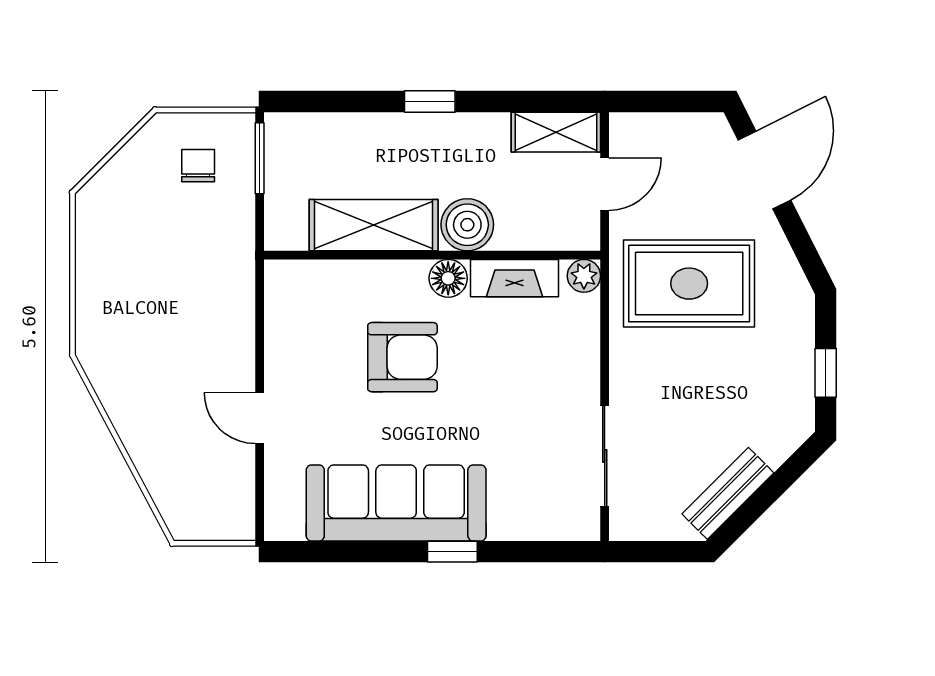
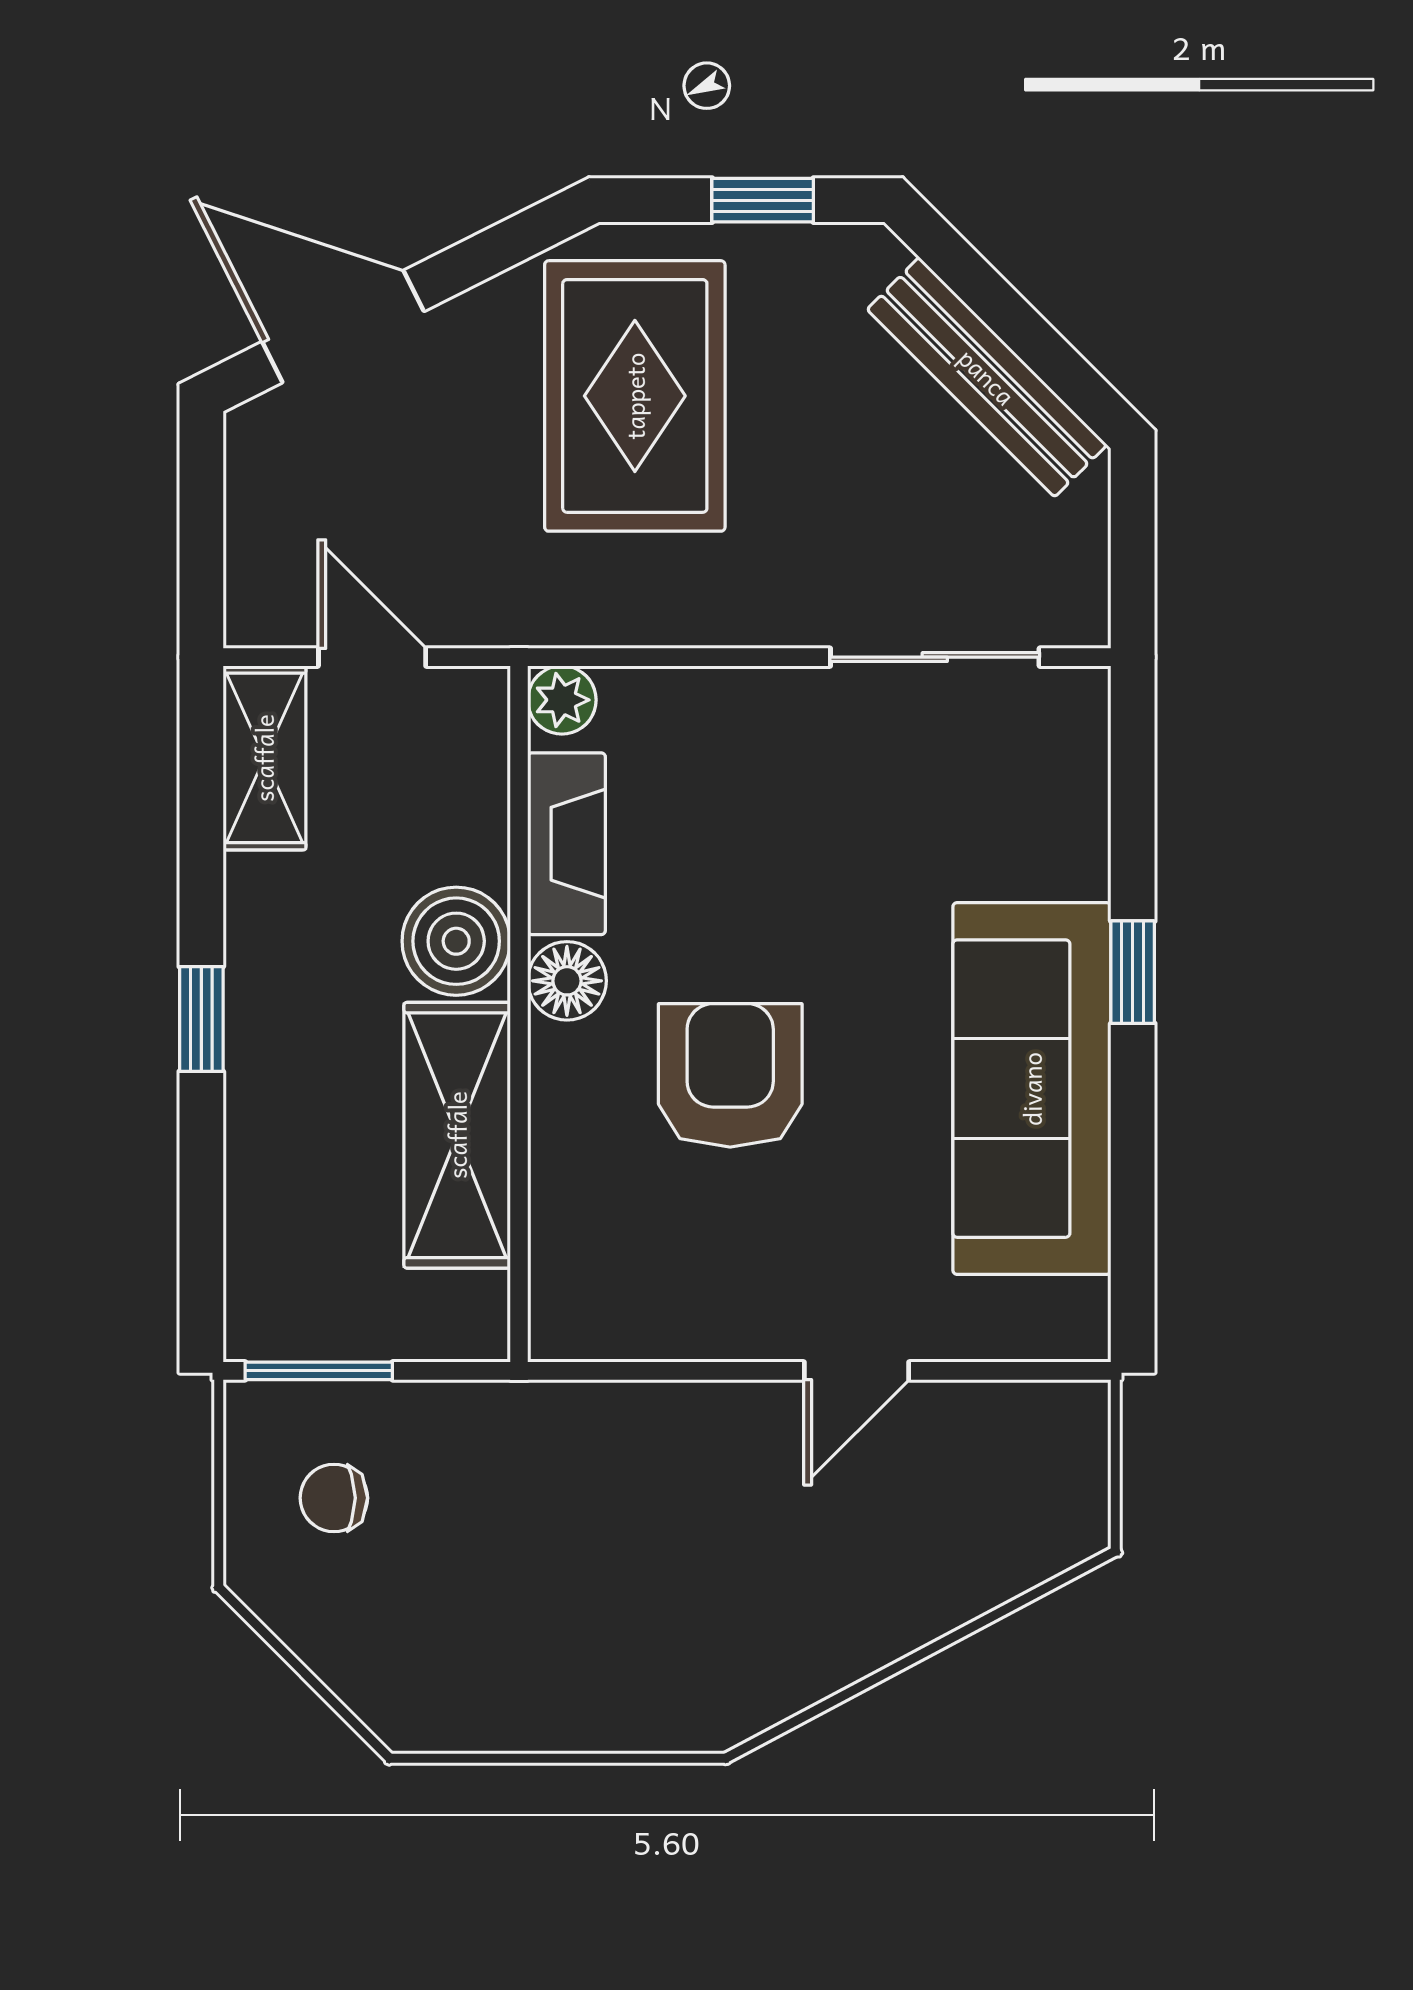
rug: (689, 284) -> (635, 396), moved
bench: (728, 493) -> (987, 377), width x1.36

